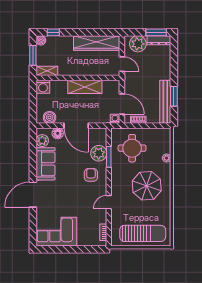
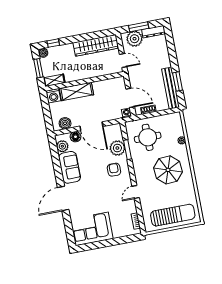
window: (156, 32) -> (139, 27), moved
shelving: (85, 87) -> (76, 92), moved

